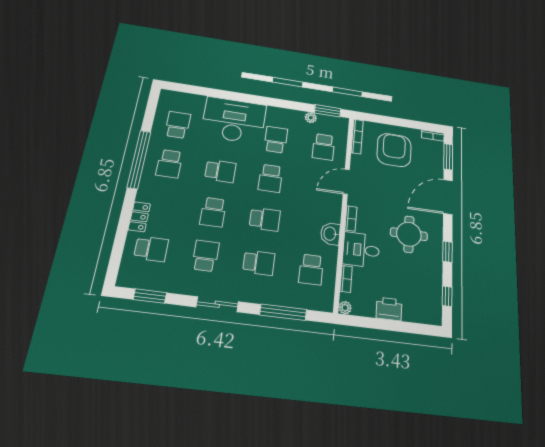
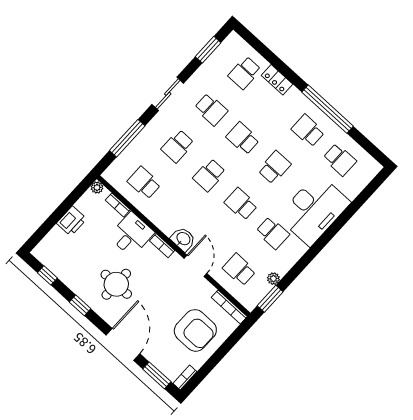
school desk: (220, 171) -> (274, 167), turned 180
washbasin: (330, 234) -> (183, 239), moved

